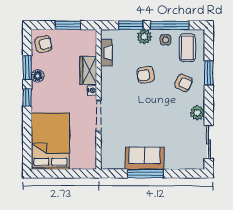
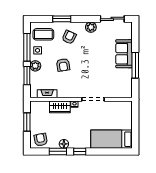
bed: (50, 141) -> (112, 139), width x0.67
sofa: (145, 158) -> (124, 54), moved

